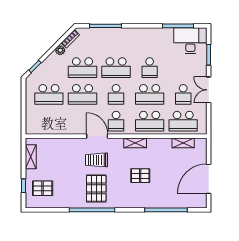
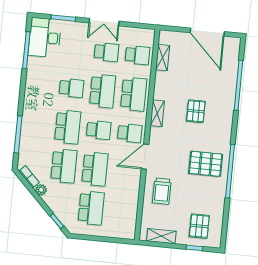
school desk: (183, 121) -> (137, 55), width x0.54
trolley: (96, 160) -> (162, 191), moved

